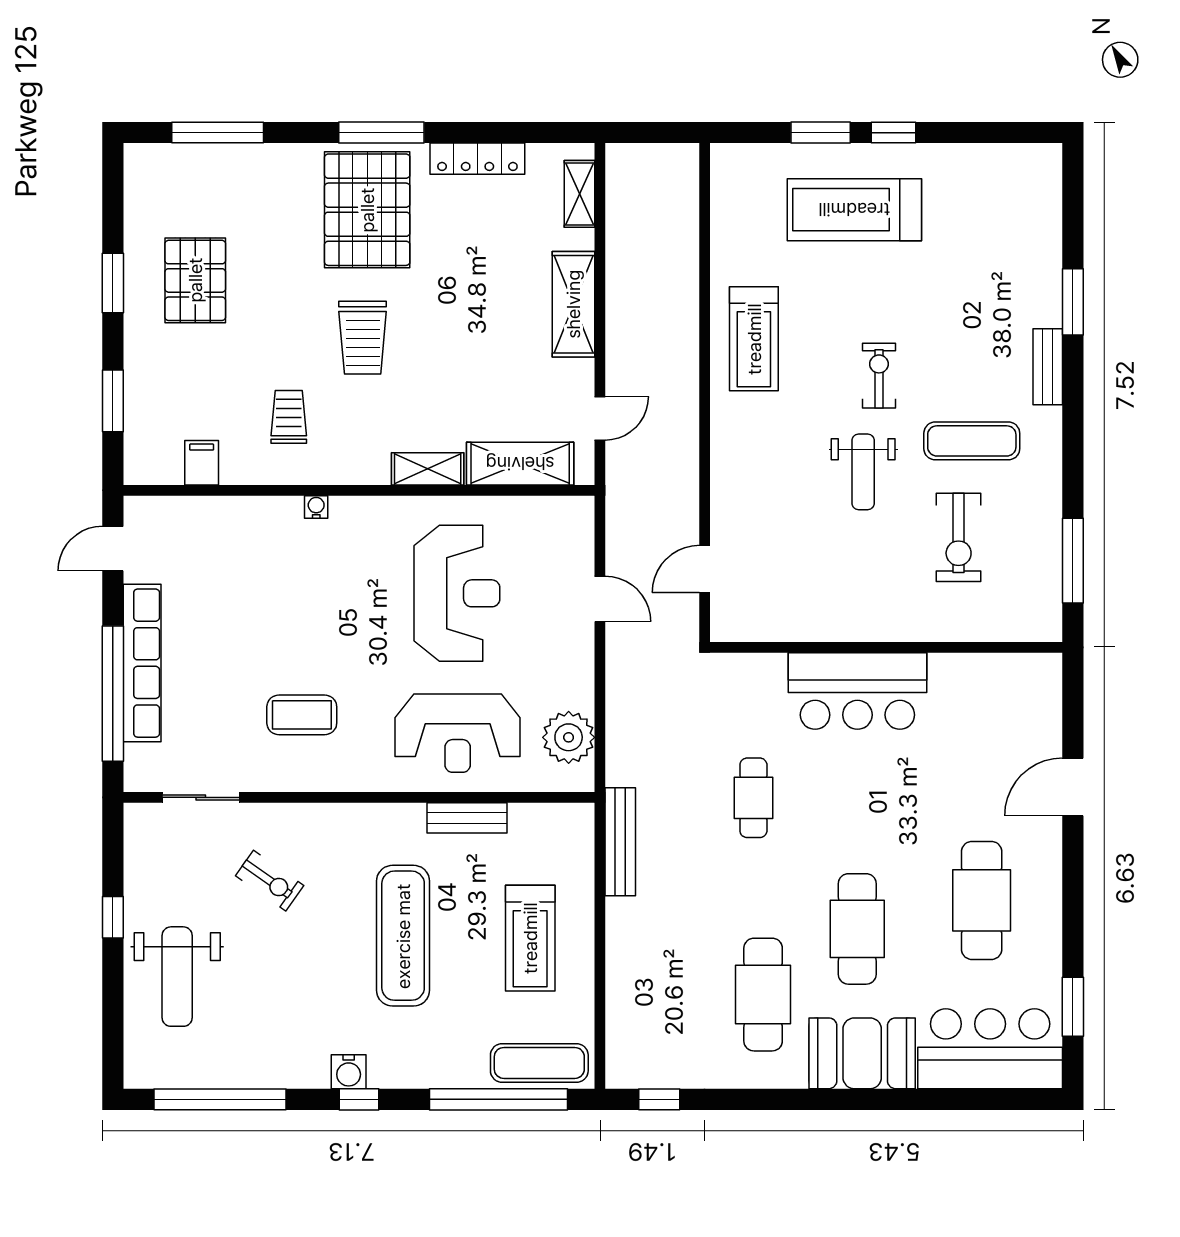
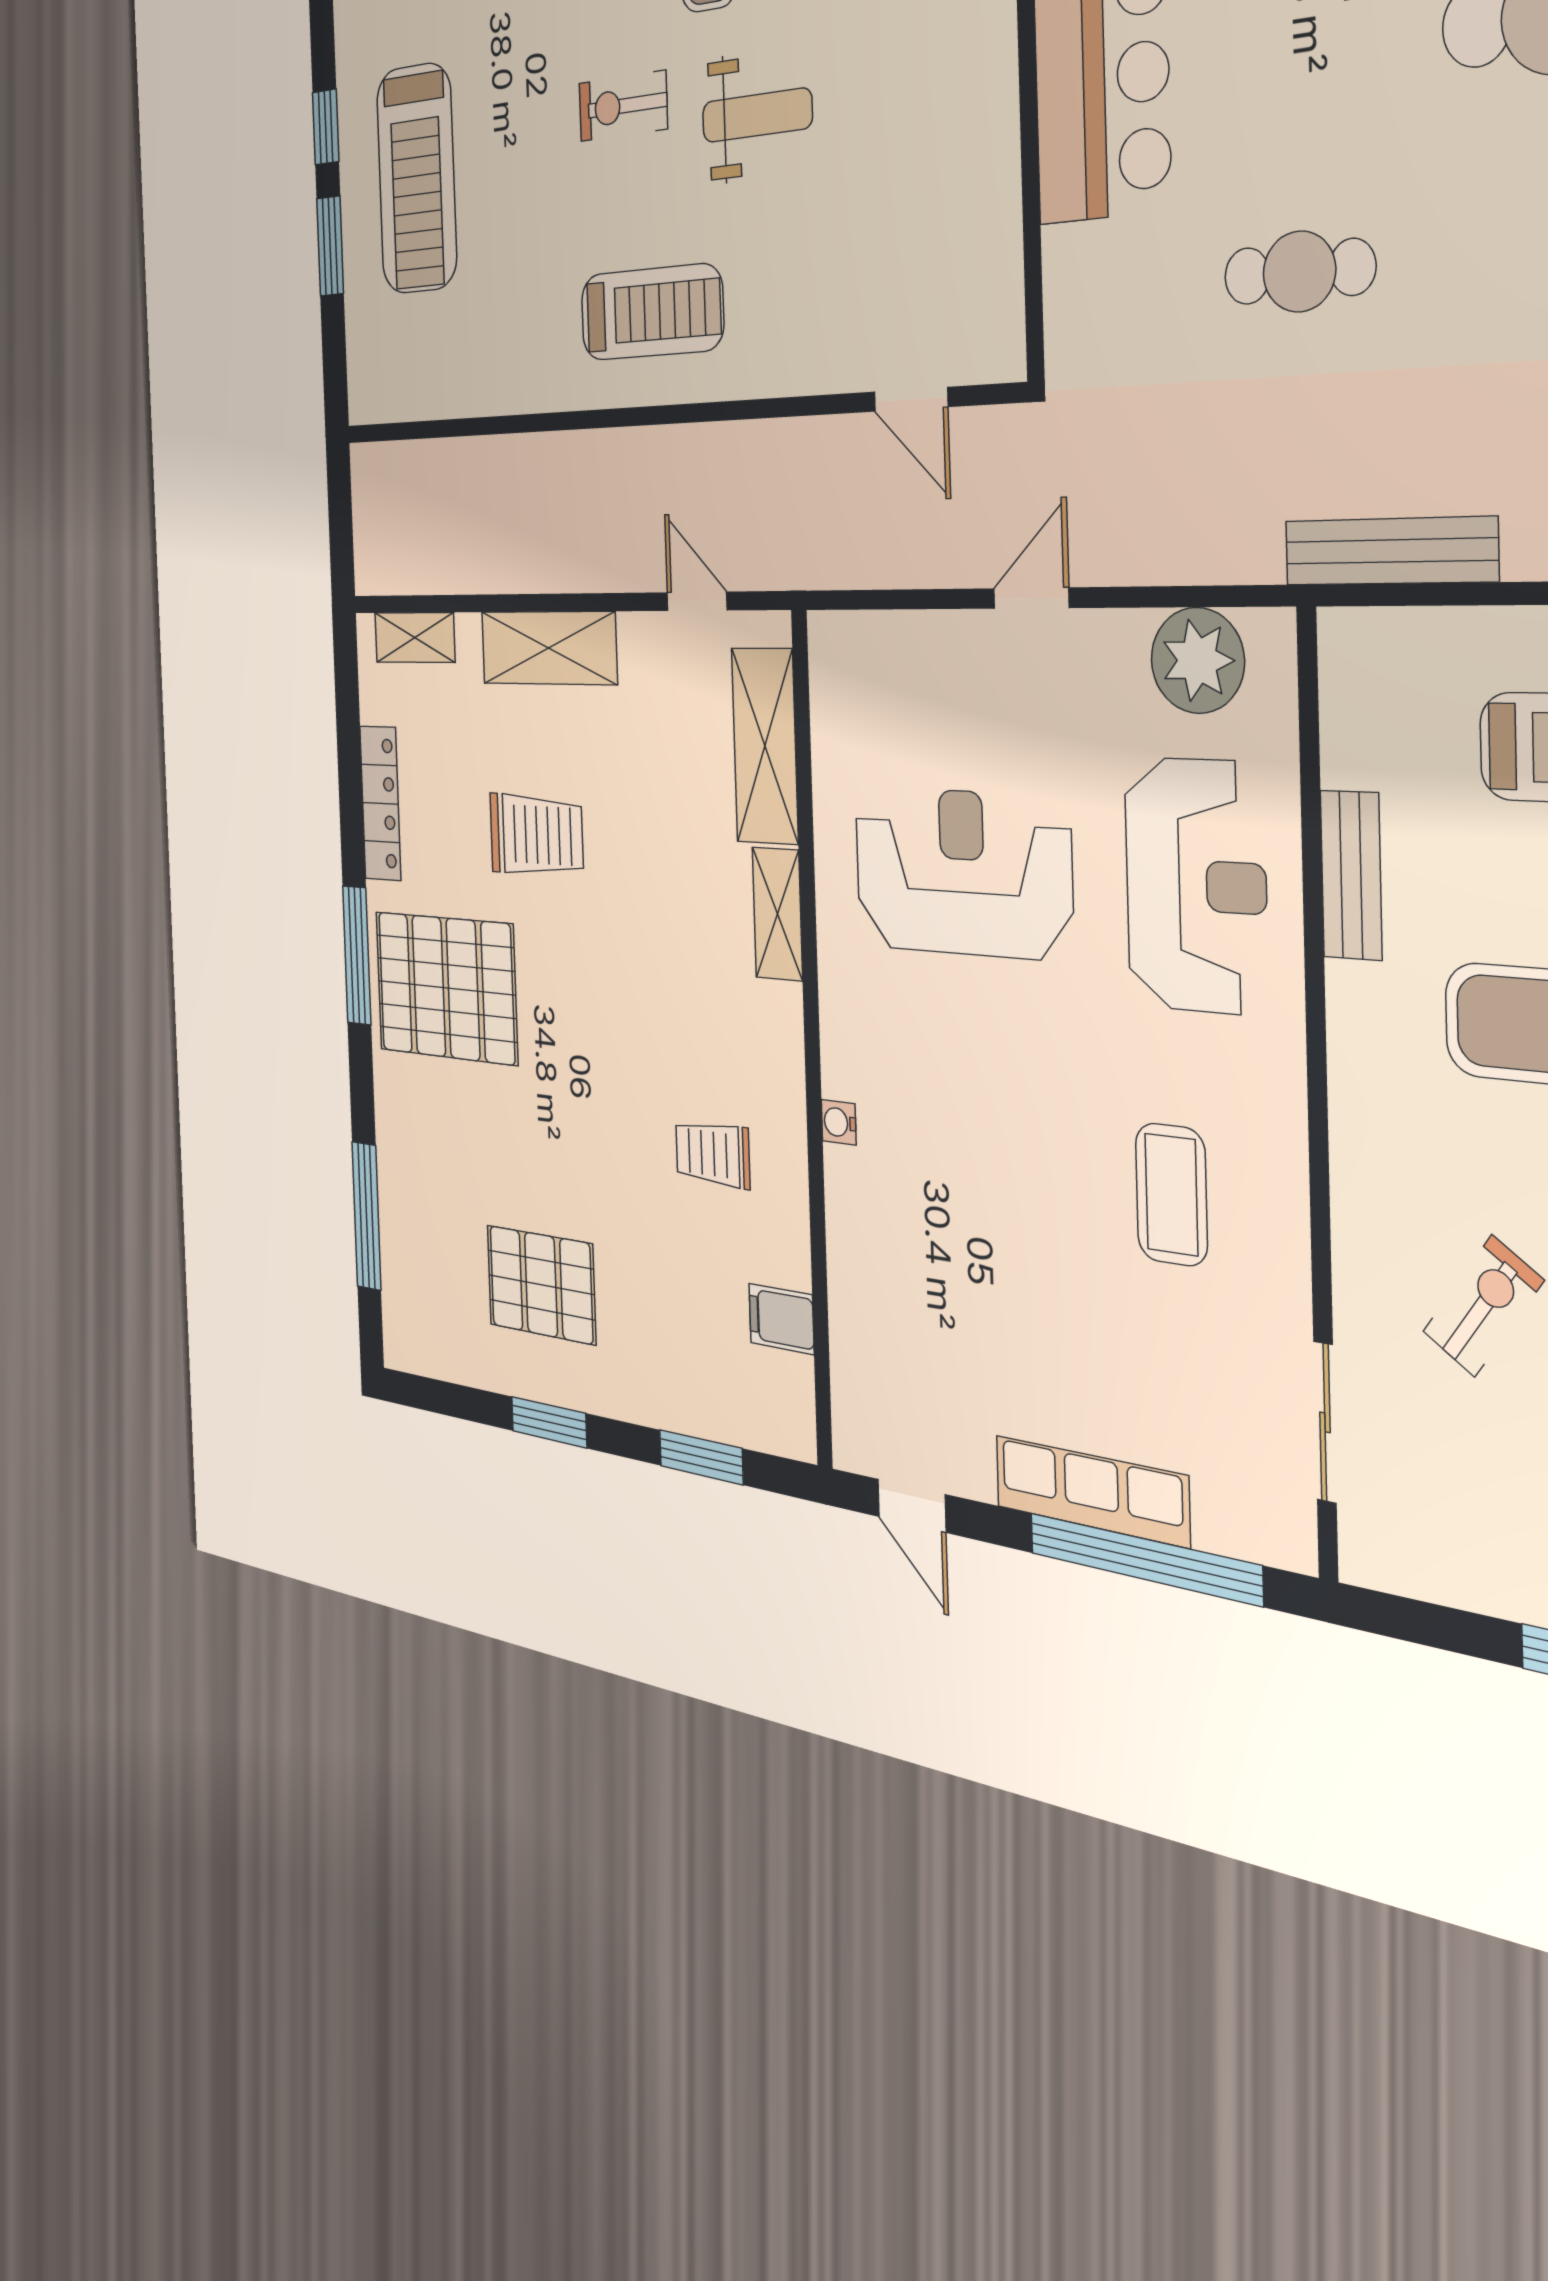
trolley: (363, 338) -> (536, 835), moved
treadmill: (754, 339) -> (652, 312), moved
door: (600, 599) -> (1031, 598), moved
row of seats: (142, 663) -> (1091, 1491), width x0.73

